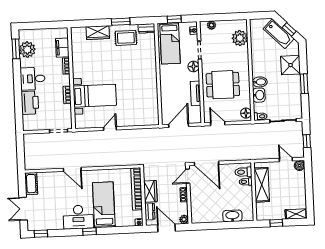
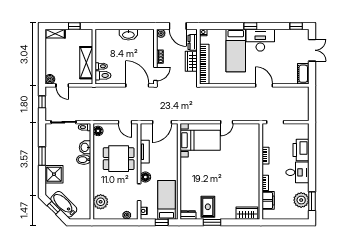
wardrobe: (98, 33) -> (247, 213), moved
rug: (126, 38) -> (208, 207), turned 90
bed with nightstands: (95, 96) -> (200, 140), moved, turned 180
washbasin: (232, 216) -> (128, 35), moved

